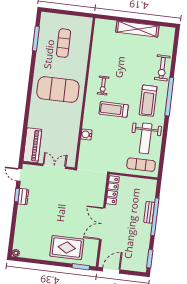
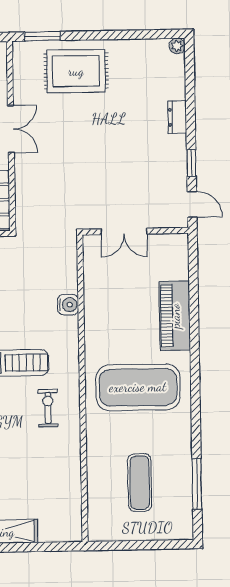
piano: (32, 145) -> (175, 316), moved
dresser: (23, 197) -> (177, 117), moved
double door: (102, 224) -> (11, 129), width x0.73

